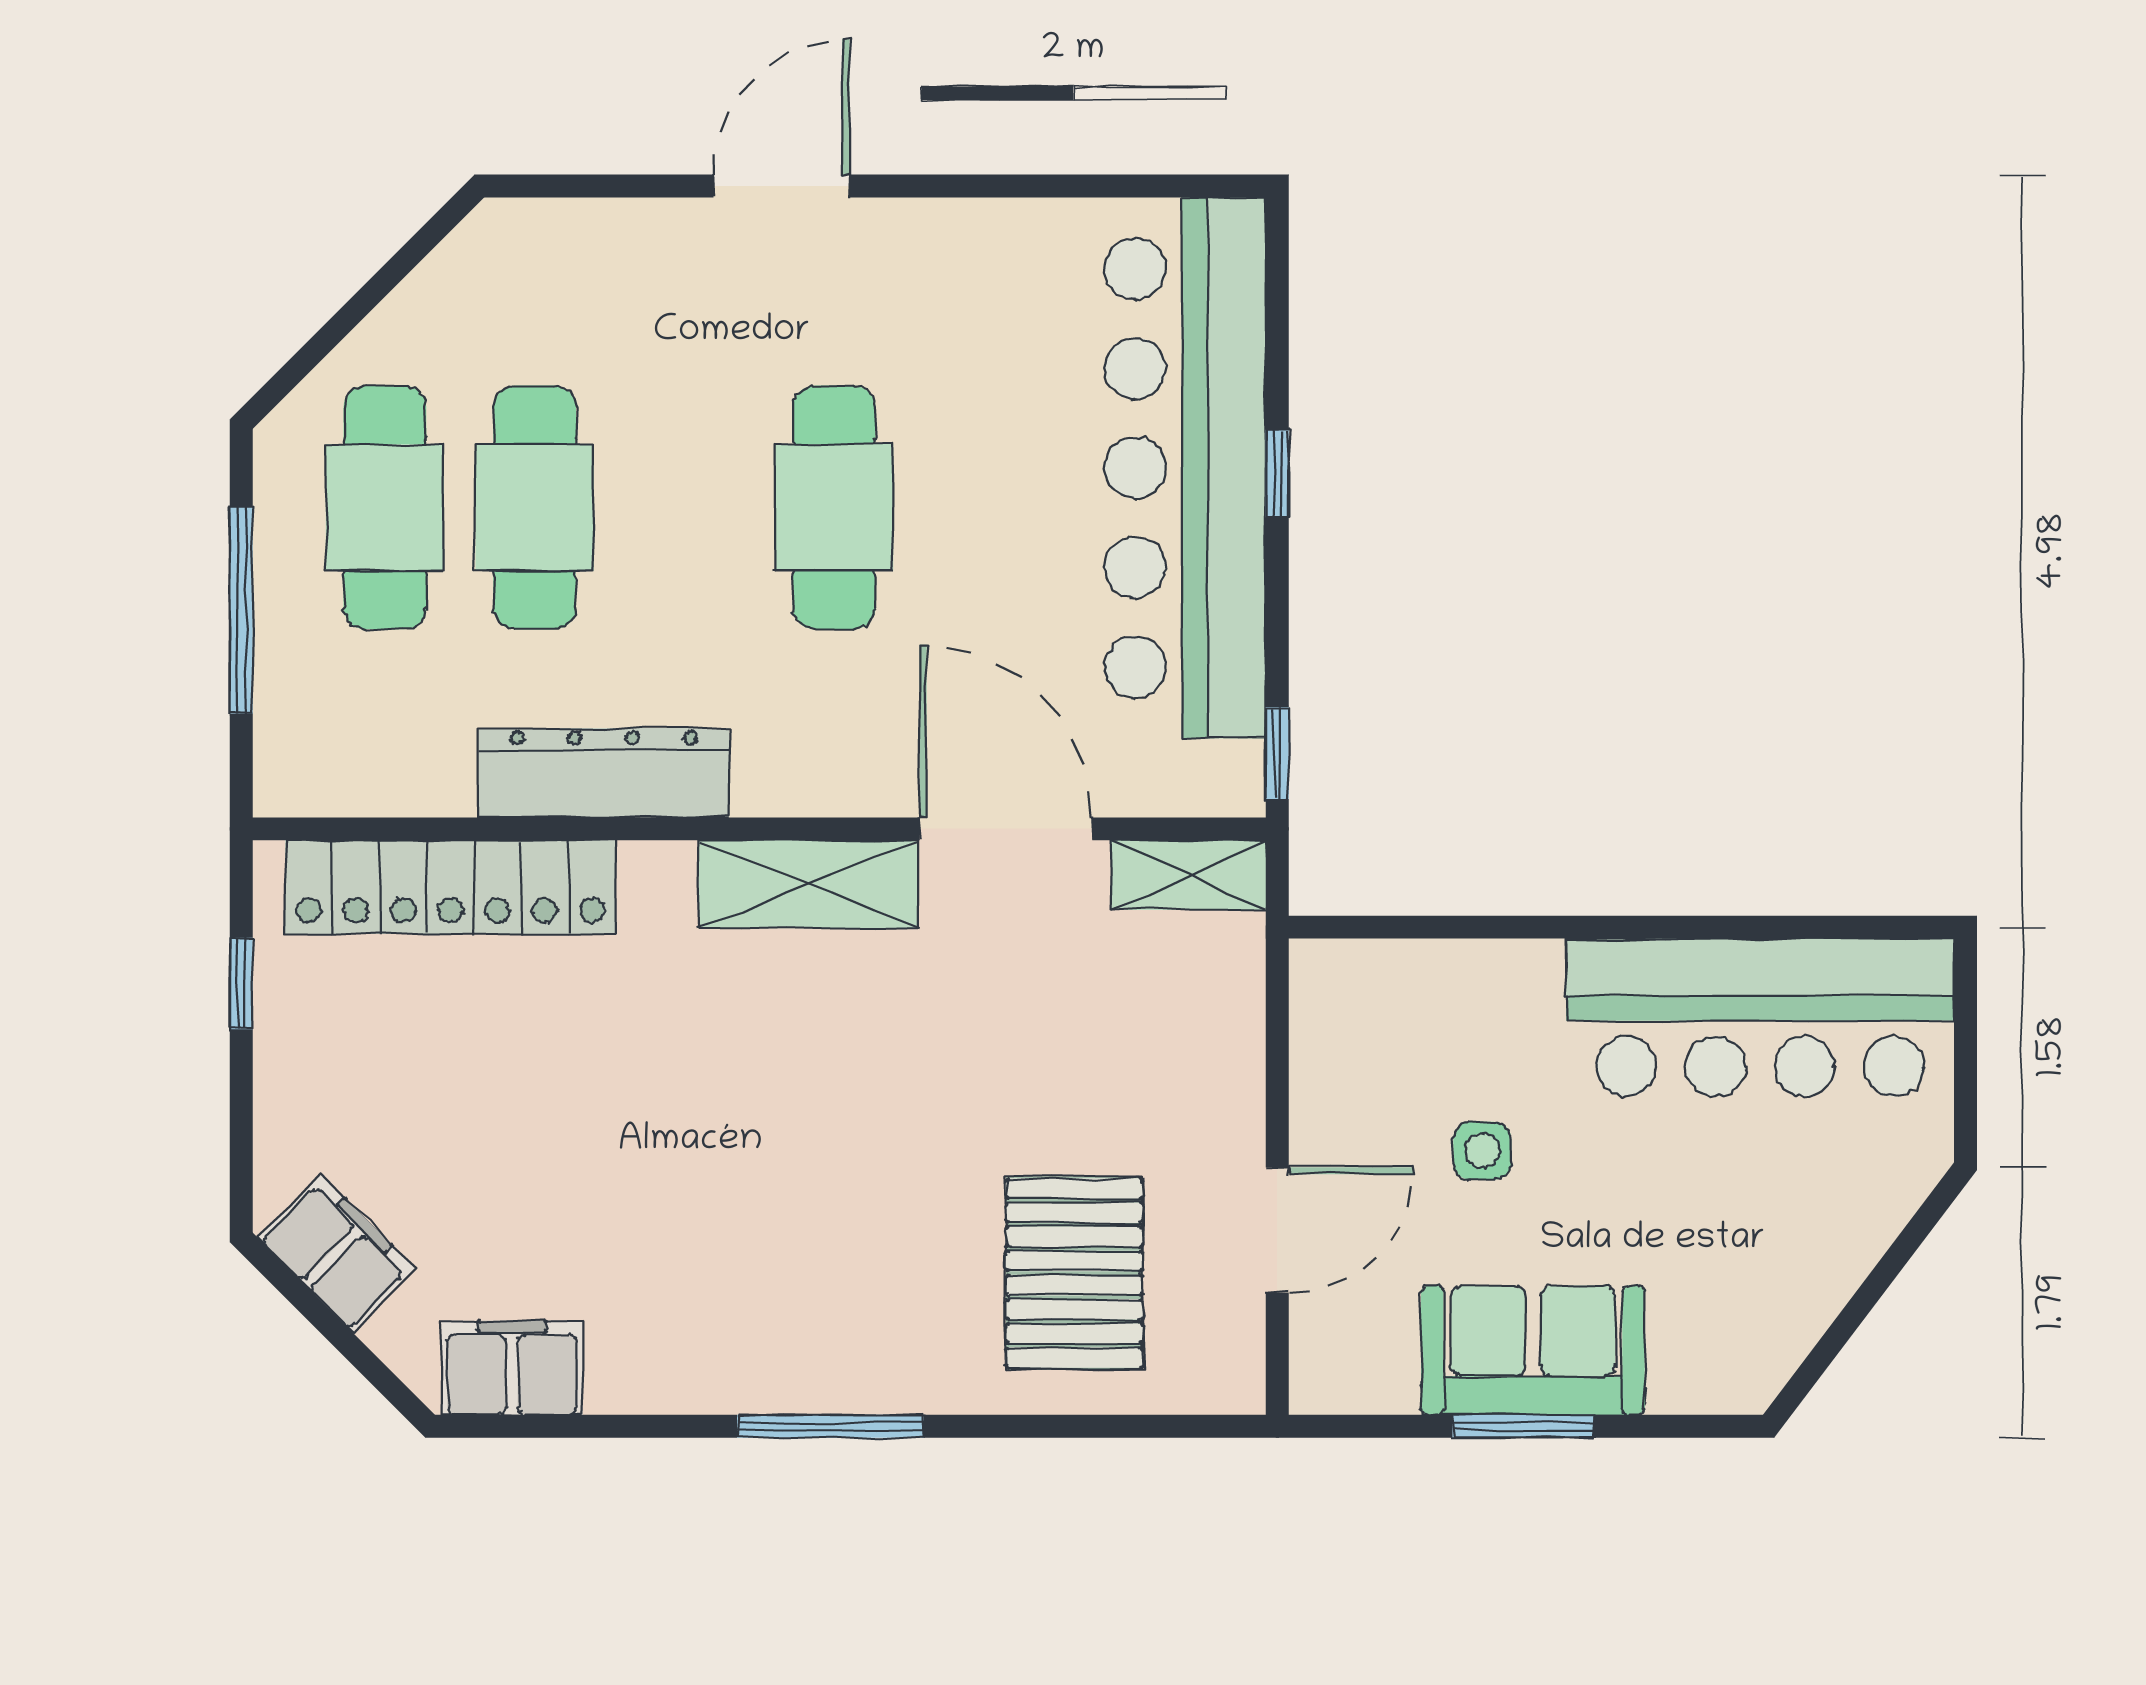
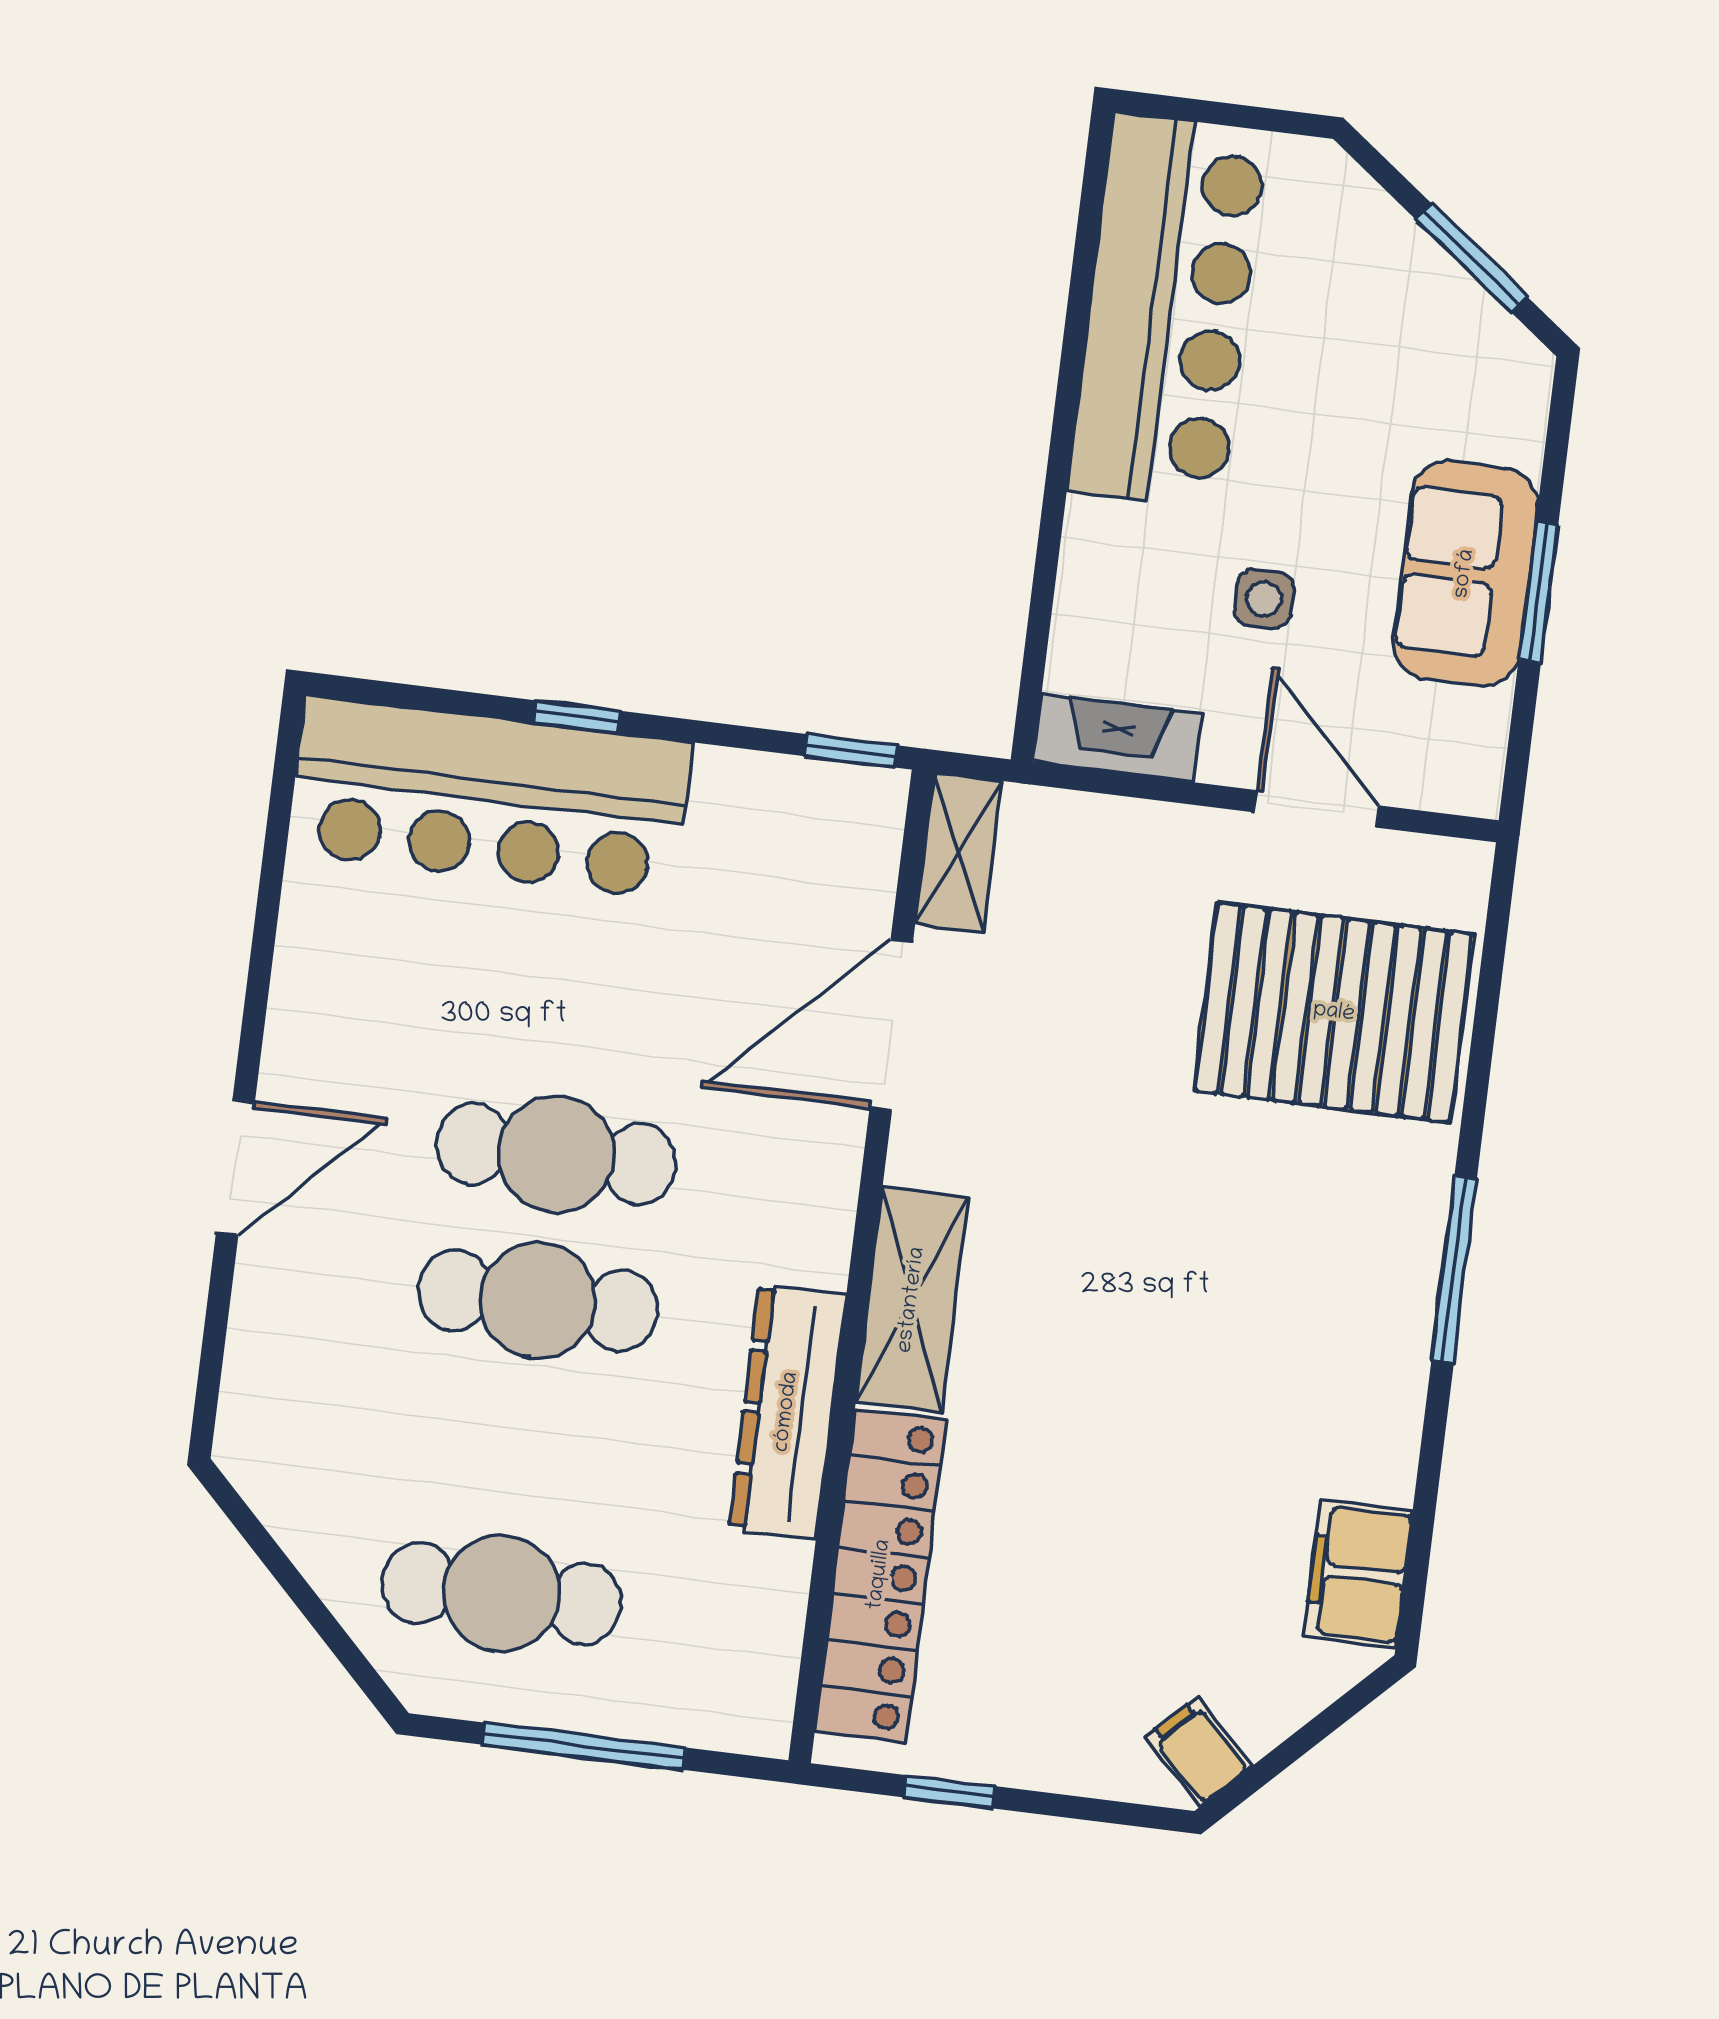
door: (781, 186) -> (235, 1167), swing flipped
bar counter: (1185, 468) -> (490, 797), width x0.73
cafe table: (535, 507) -> (538, 1300), moved
shelving: (808, 884) -> (912, 1300), moved
fireplace: (1324, 1021) -> (1117, 738), added
filing cabinet: (337, 1253) -> (1199, 1752), width x0.50
pallet: (1074, 1273) -> (1334, 1013), width x1.37, depth x1.41
window: (1851, 1317) -> (1472, 258), added

